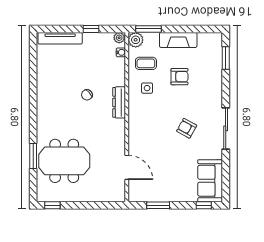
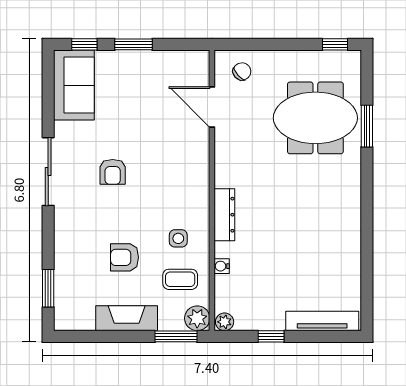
water cooler: (121, 52) -> (222, 266), moved
chair: (87, 95) -> (242, 71), moved
armchair: (187, 128) -> (113, 172), turned 61
window: (158, 205) -> (133, 44), moved

